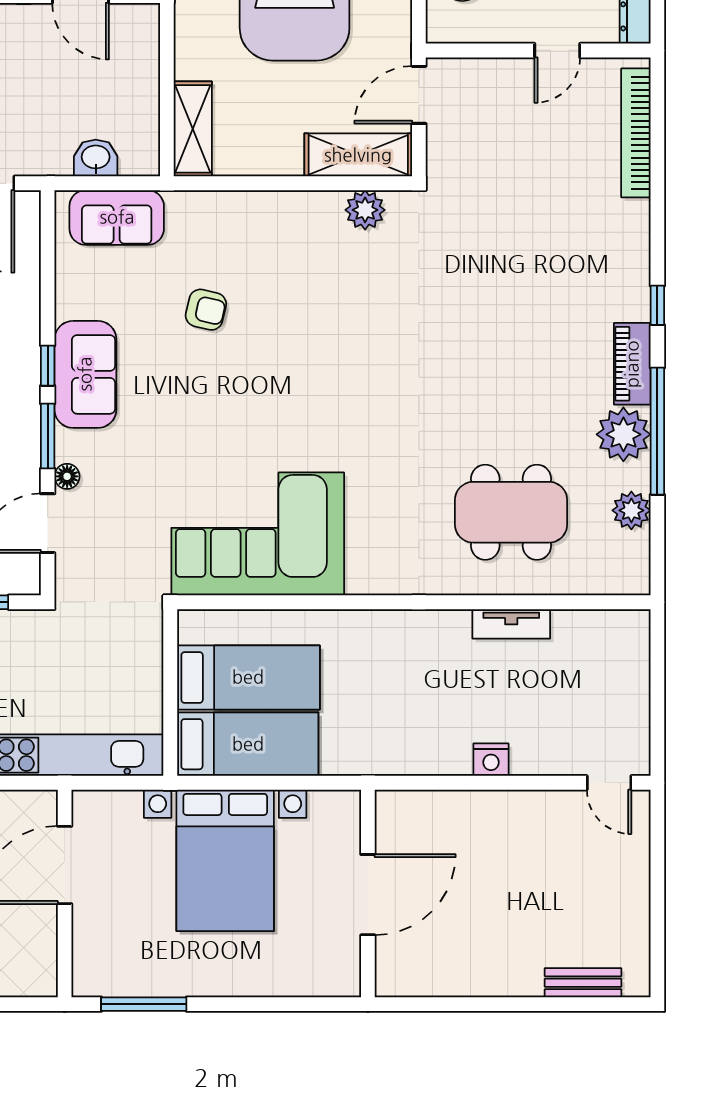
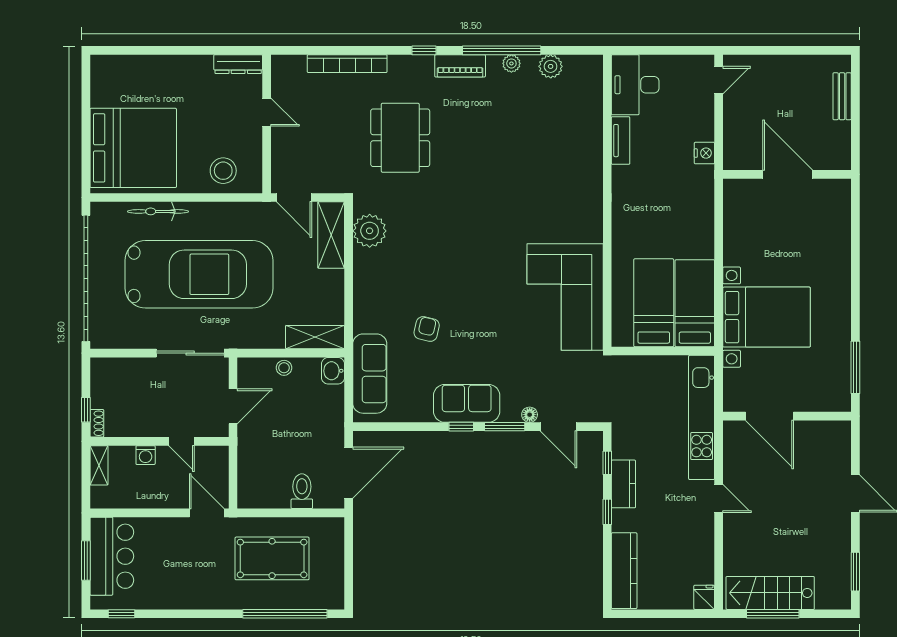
stool: (143, 79) -> (284, 368), added
bookcase: (636, 133) -> (347, 64), moved
washbasin: (96, 158) -> (333, 371), moved
plant: (365, 210) -> (370, 231), width x1.36, depth x1.36
sofa: (117, 217) -> (370, 374), width x1.36
plant: (623, 434) -> (511, 63), width x0.53, depth x0.53
dining table: (511, 512) -> (400, 138), moved
desk: (602, 647) -> (635, 85), added
wall: (368, 893) -> (787, 174), moved
door: (368, 895) -> (788, 174), moved

